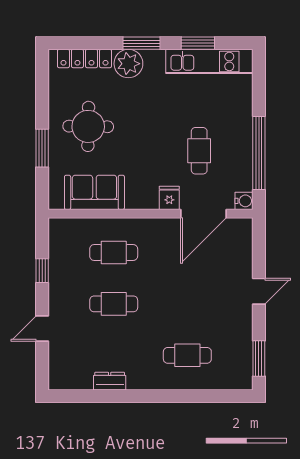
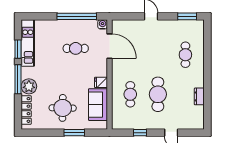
window: (142, 43) -> (18, 79), width x1.44
fridge: (169, 198) -> (101, 82), moved
cafe table: (114, 304) -> (158, 94), width x1.37, depth x1.35

